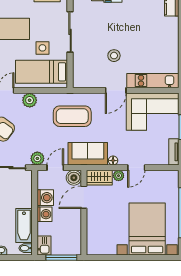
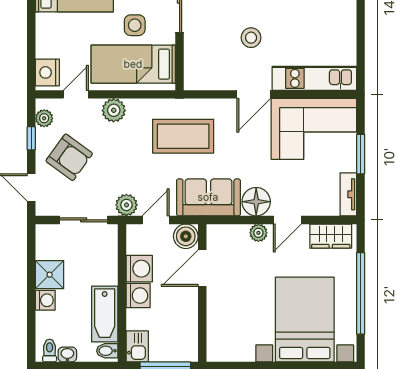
floor lamp: (113, 161) -> (256, 202), width x1.89, depth x1.89
wardrobe: (99, 178) -> (331, 236), moved

